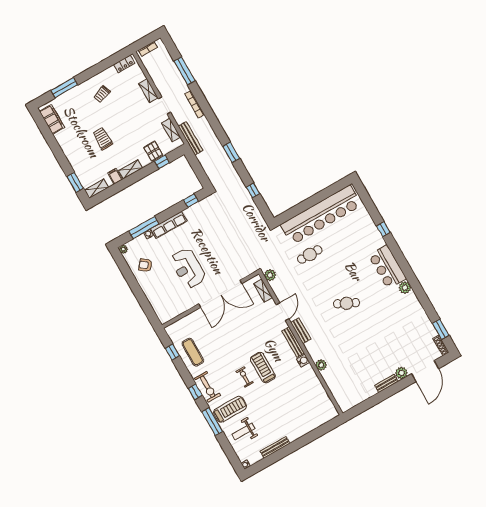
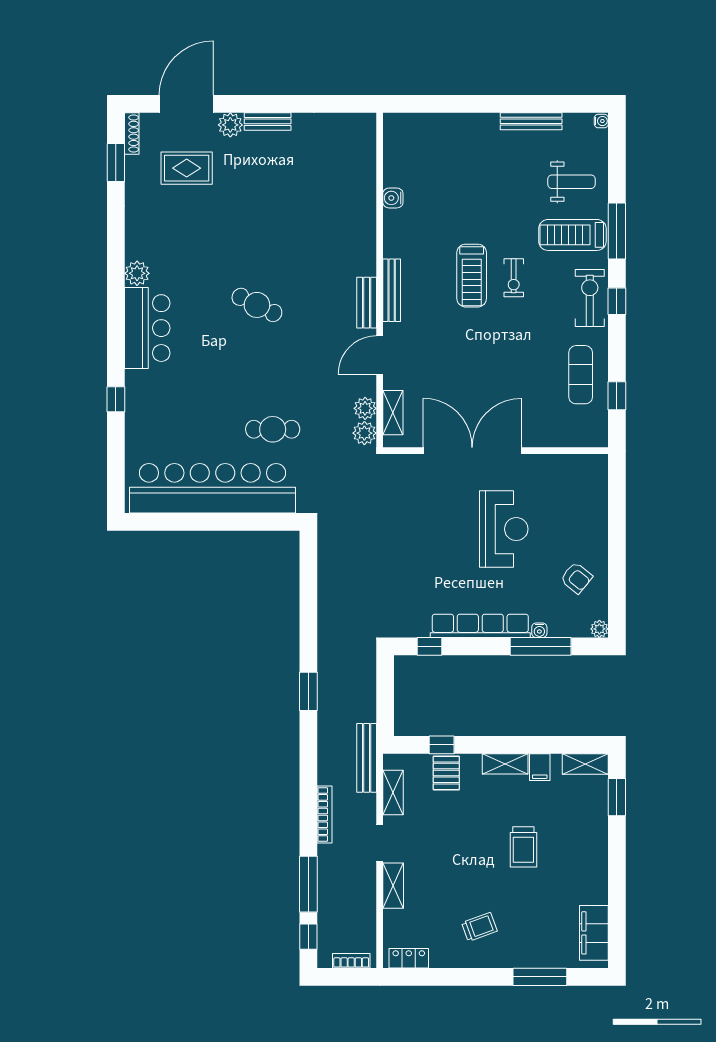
window: (253, 190) -> (308, 937), moved
row of seats: (169, 225) -> (480, 626), width x1.36
rug: (409, 344) -> (187, 168), added
water cooler: (303, 361) -> (393, 198), moved
plant: (321, 365) -> (365, 408), moved

